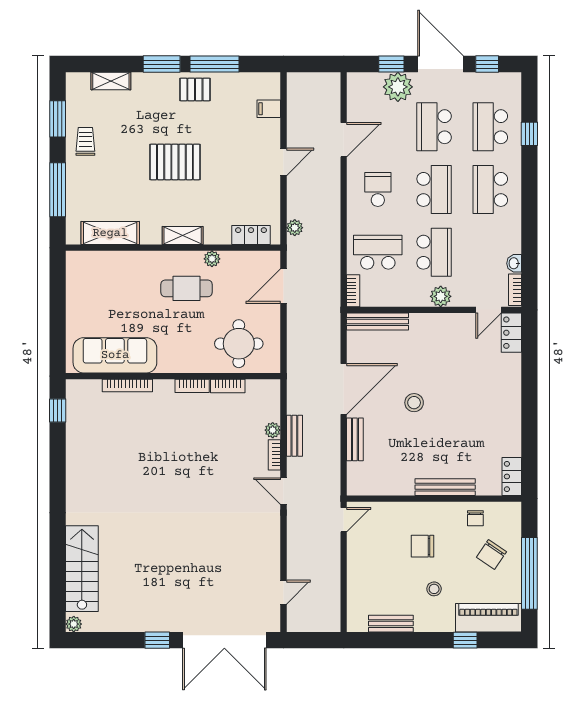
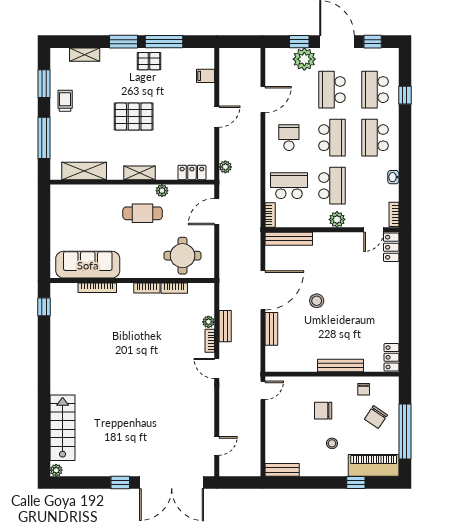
washbasin: (514, 263) -> (393, 177), moved
bench: (391, 624) -> (282, 470), moved

